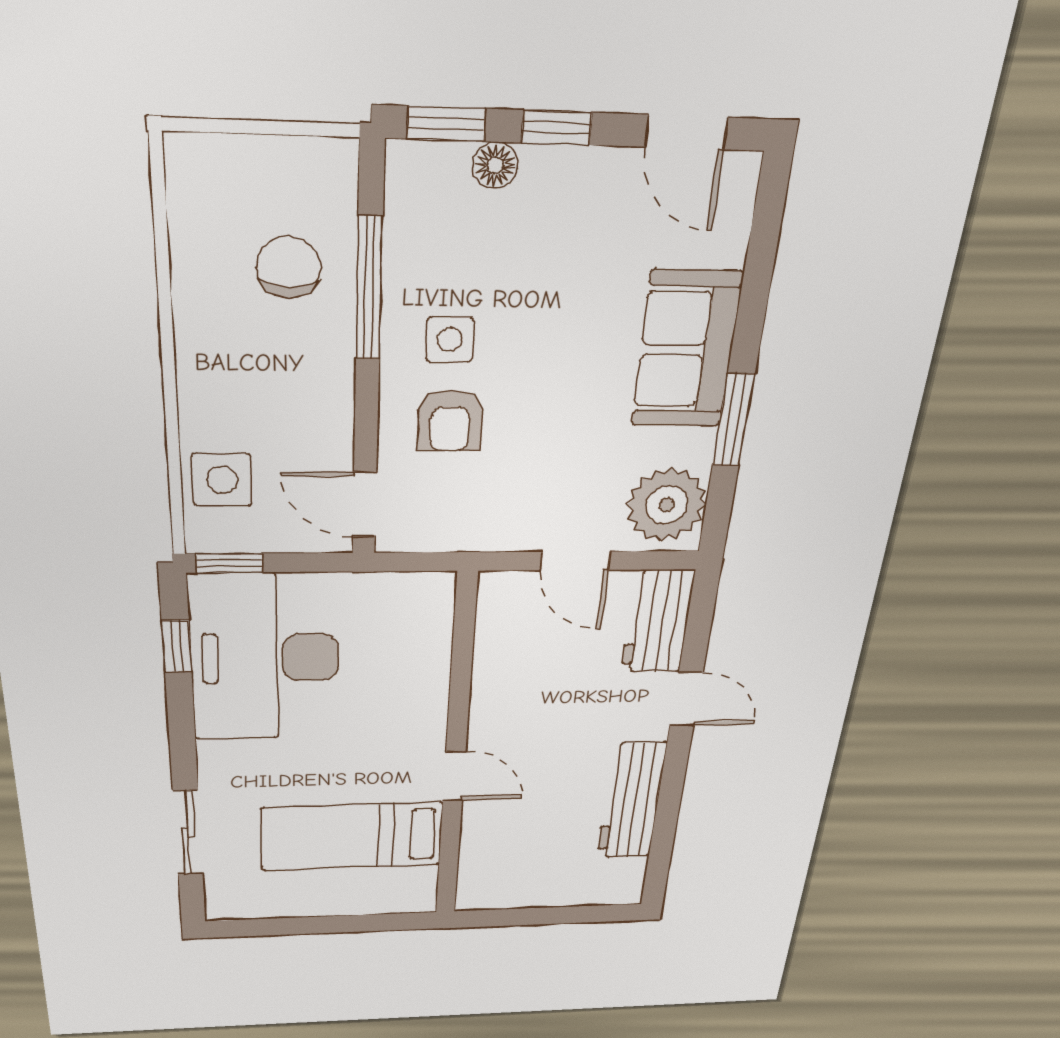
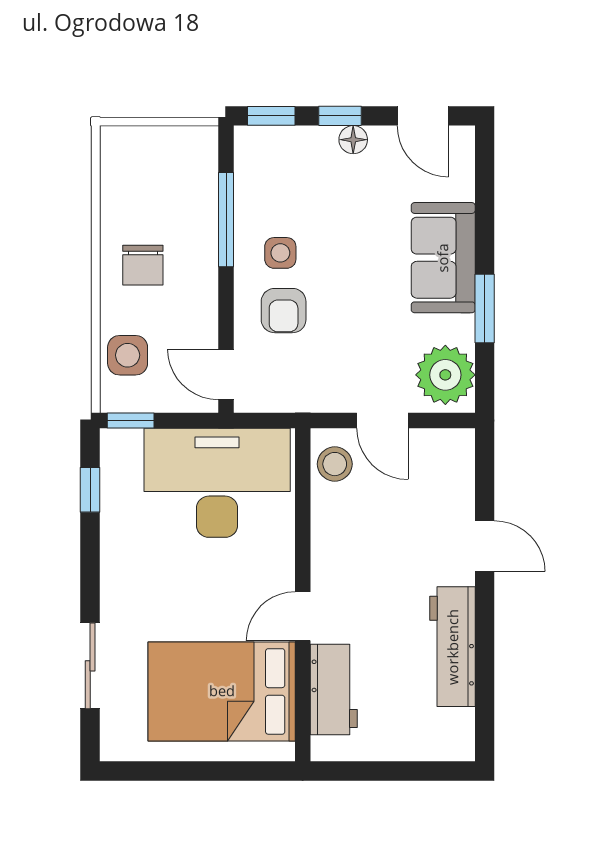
floor lamp: (495, 165) -> (353, 140), moved
chair: (289, 267) -> (143, 265), moved, turned 180
stool: (507, 612) -> (335, 464), added
workbench: (658, 621) -> (334, 690), moved, turned 180
desk: (265, 658) -> (217, 483), moved, turned 90
door: (454, 776) -> (303, 616), swing flipped
bed: (352, 836) -> (222, 691), width x1.50

